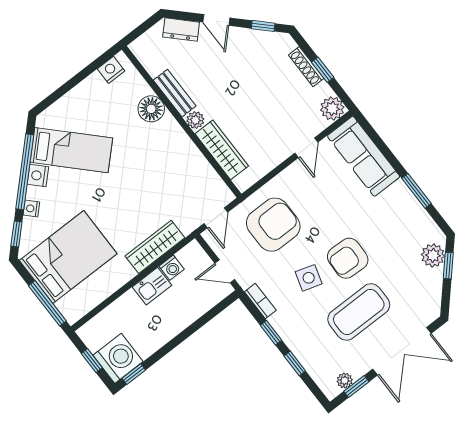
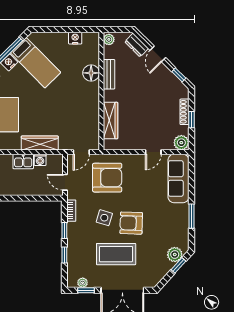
nightstand: (111, 70) -> (75, 38), moved
plant: (195, 120) -> (109, 39), moved

